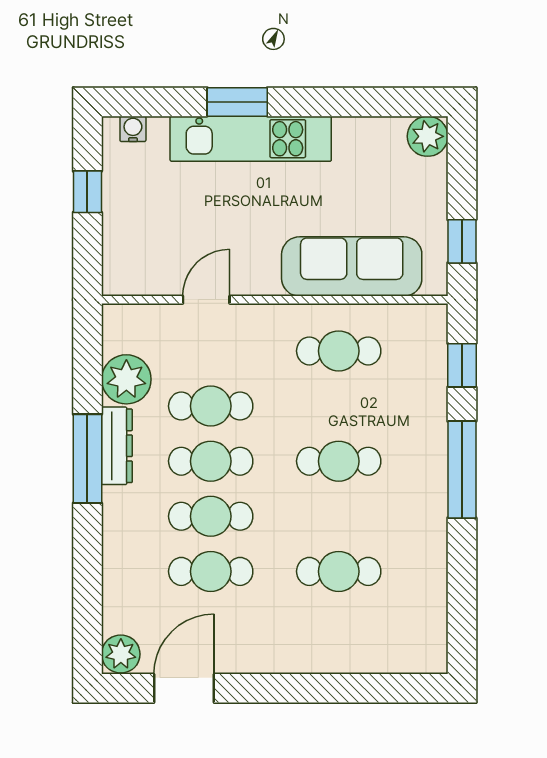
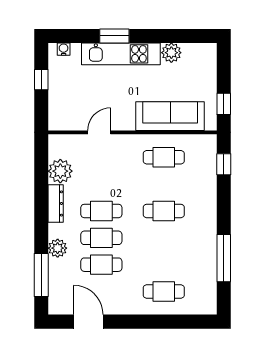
plant: (428, 136) -> (171, 53), moved
cafe table: (211, 406) -> (101, 184), removed
window: (87, 459) -> (41, 275), moved
window: (462, 470) -> (224, 258), moved
cafe table: (339, 571) -> (164, 292), moved
plant: (121, 654) -> (58, 248), moved
door: (184, 688) -> (88, 322), hinge flipped

